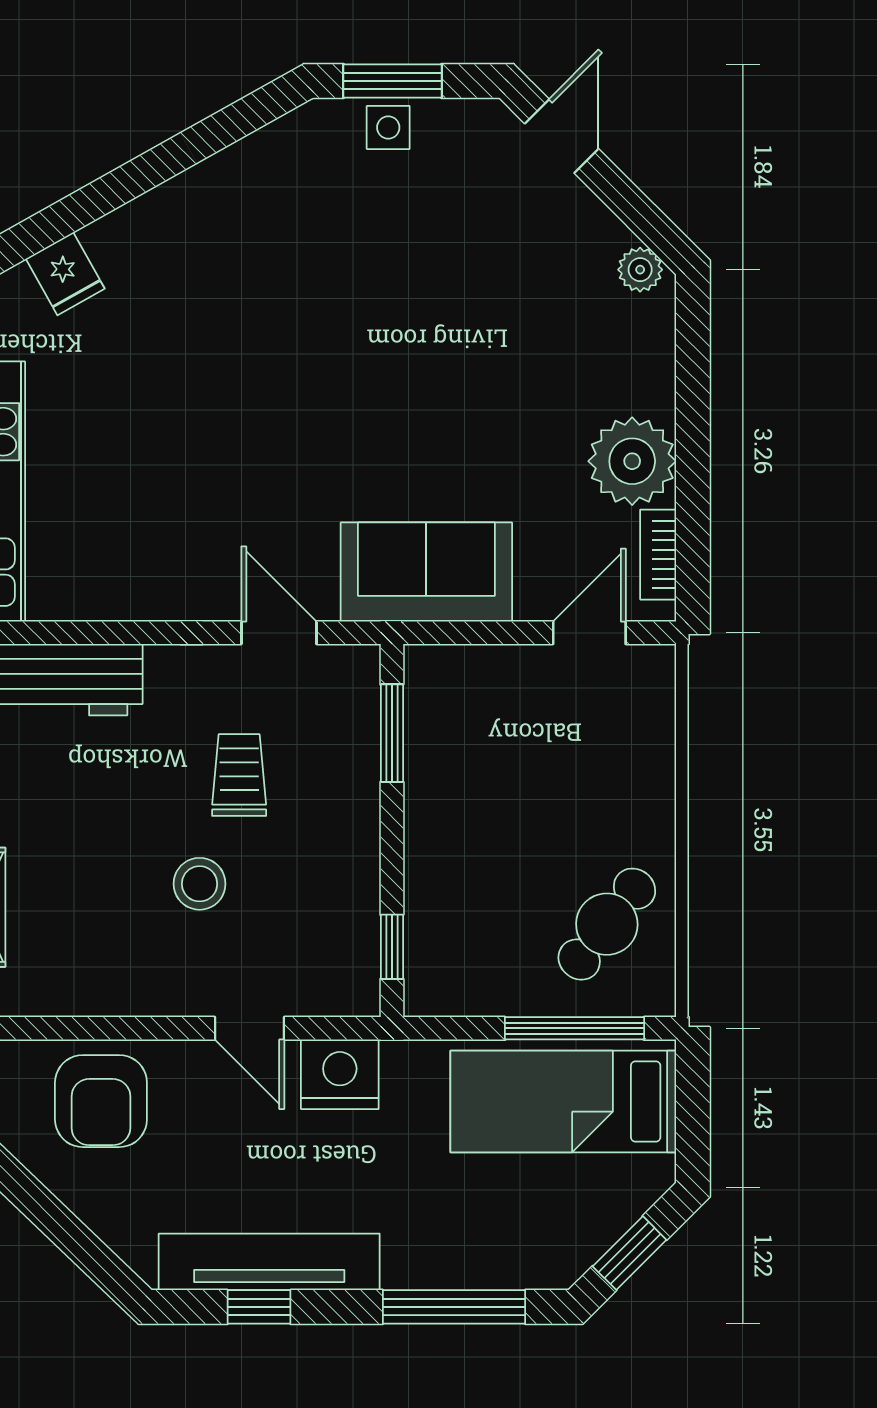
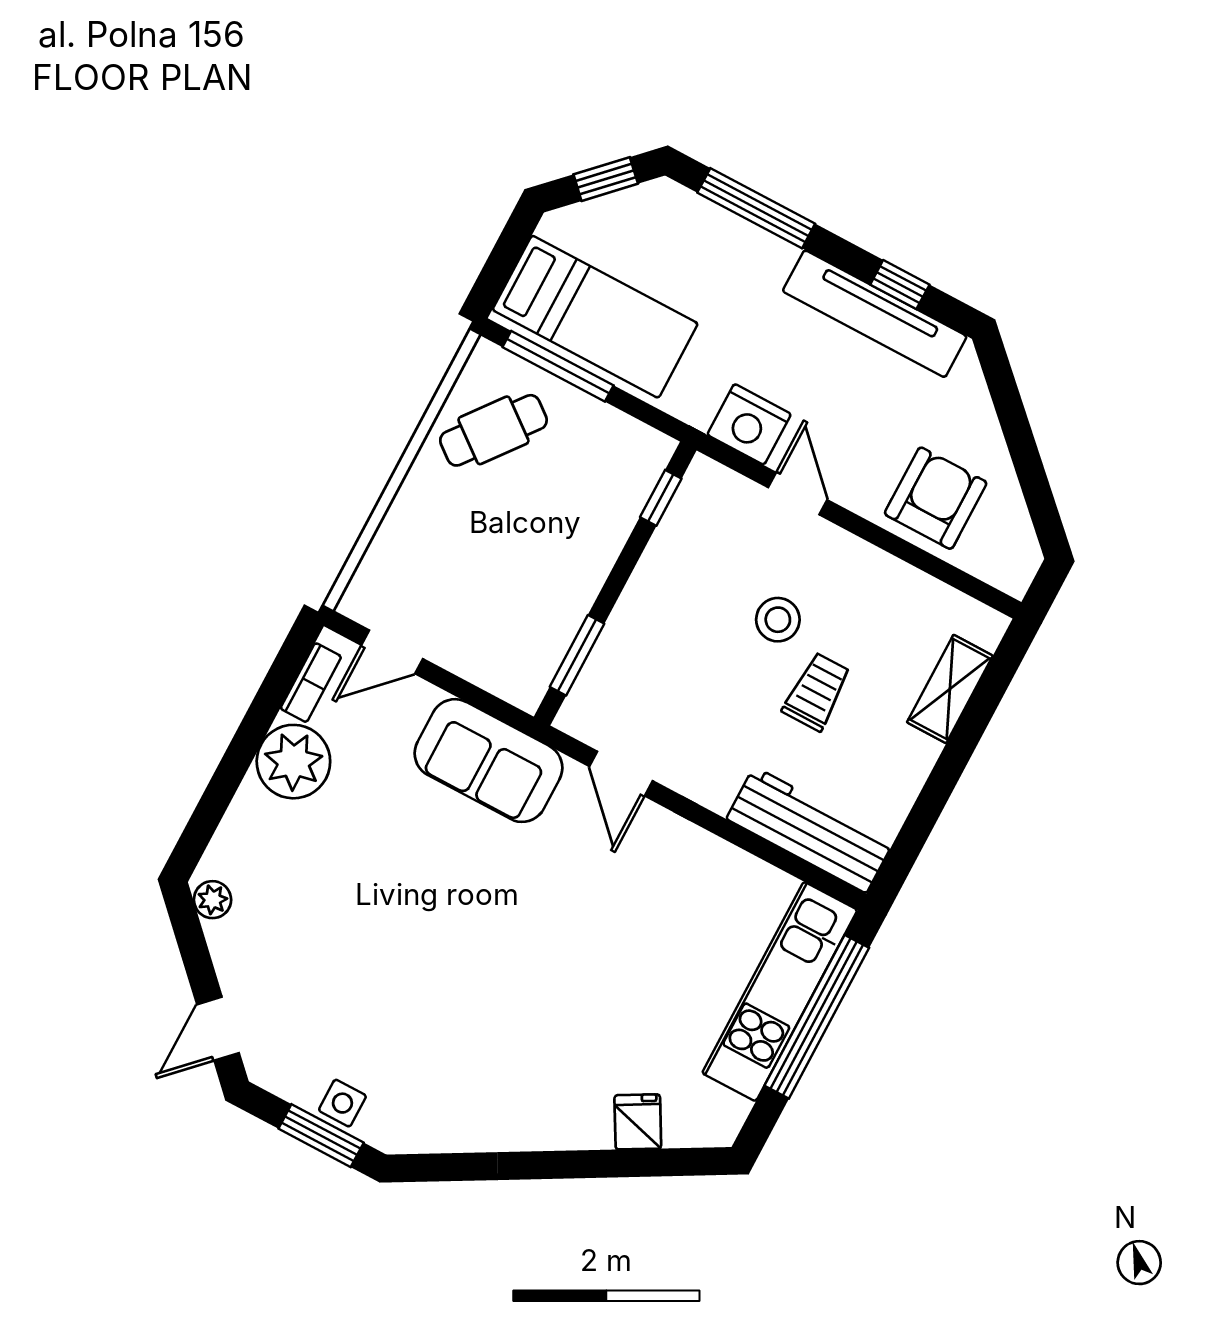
trolley: (239, 775) -> (817, 692), moved, turned 180

